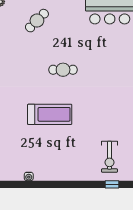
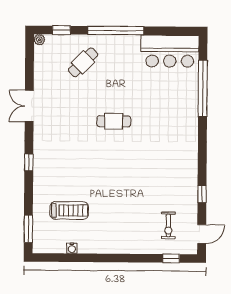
treadmill: (50, 114) -> (69, 210), moved, width x0.73, depth x0.73
exercise bike: (109, 157) -> (168, 225), width x0.73, depth x0.72

